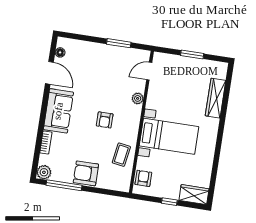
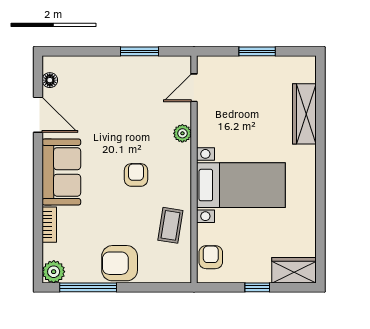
armchair: (105, 120) -> (136, 175), turned 180

